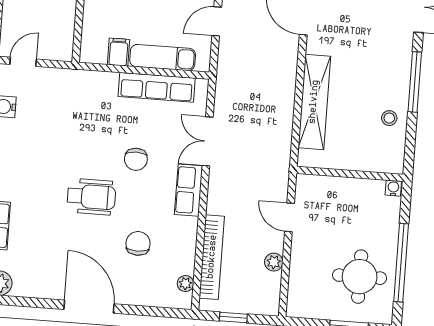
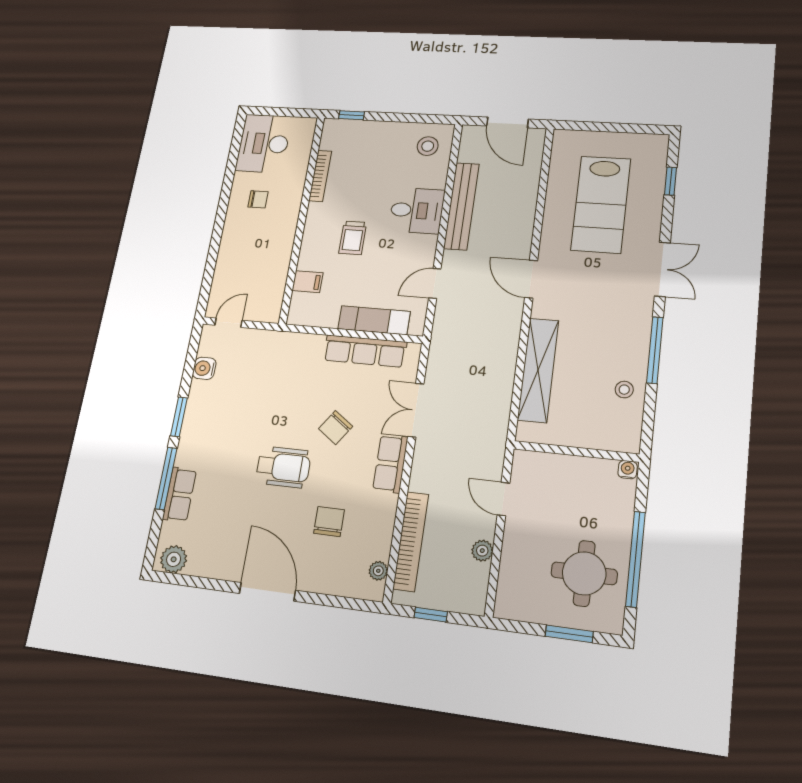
filing cabinet: (118, 52) -> (307, 282), moved, turned 90
chair: (136, 159) -> (336, 428), turned 35

